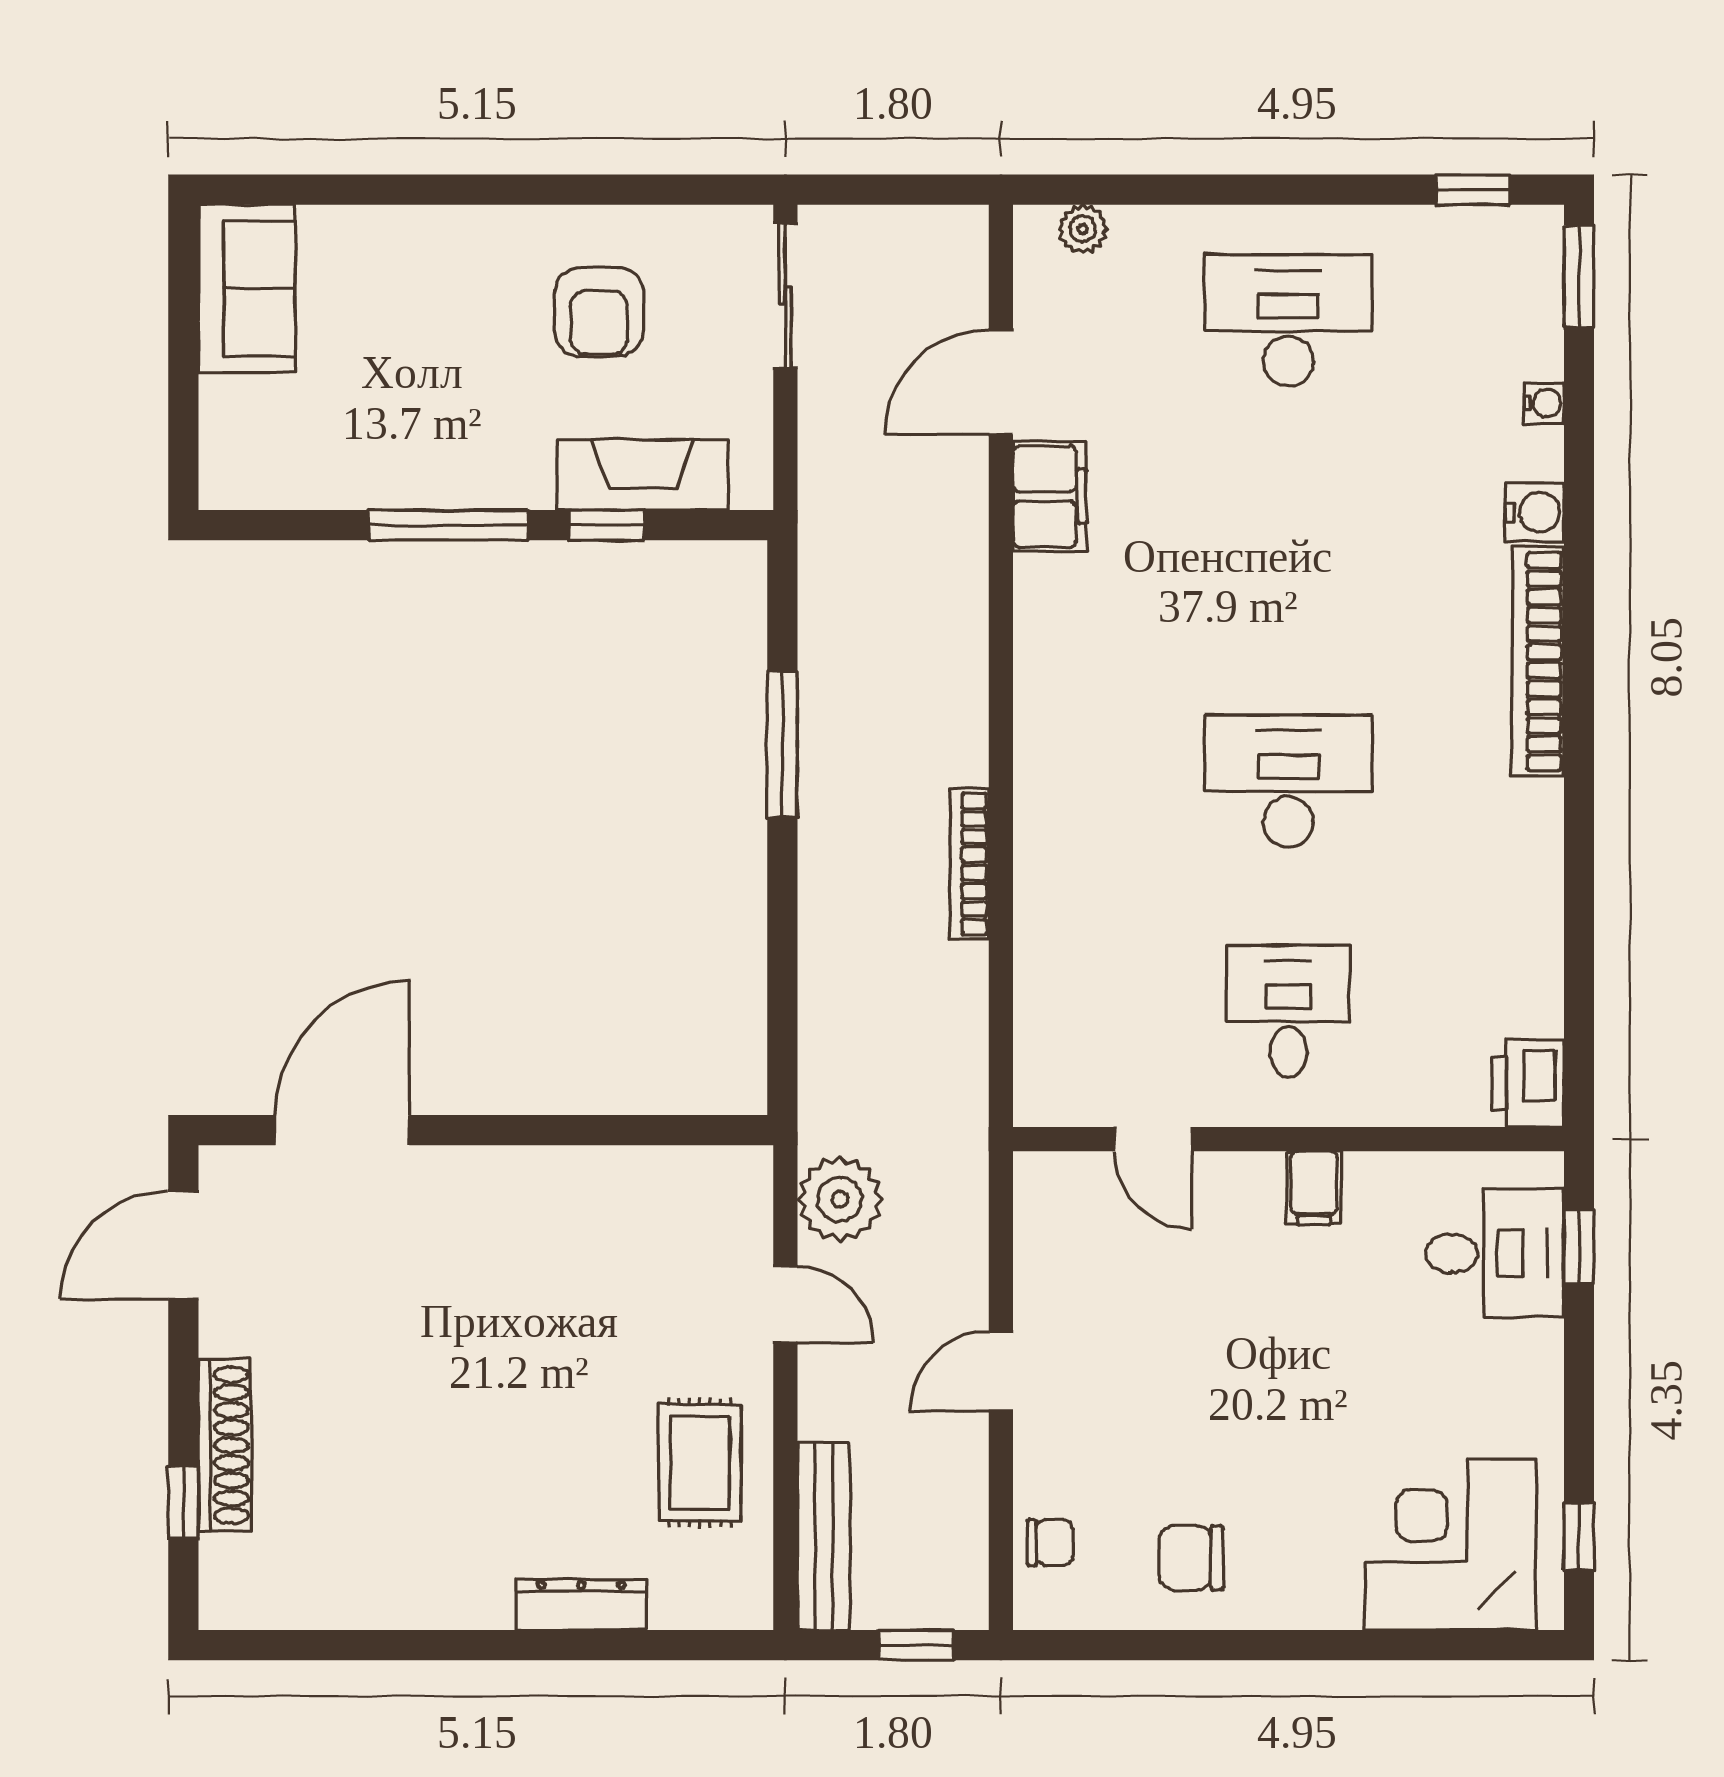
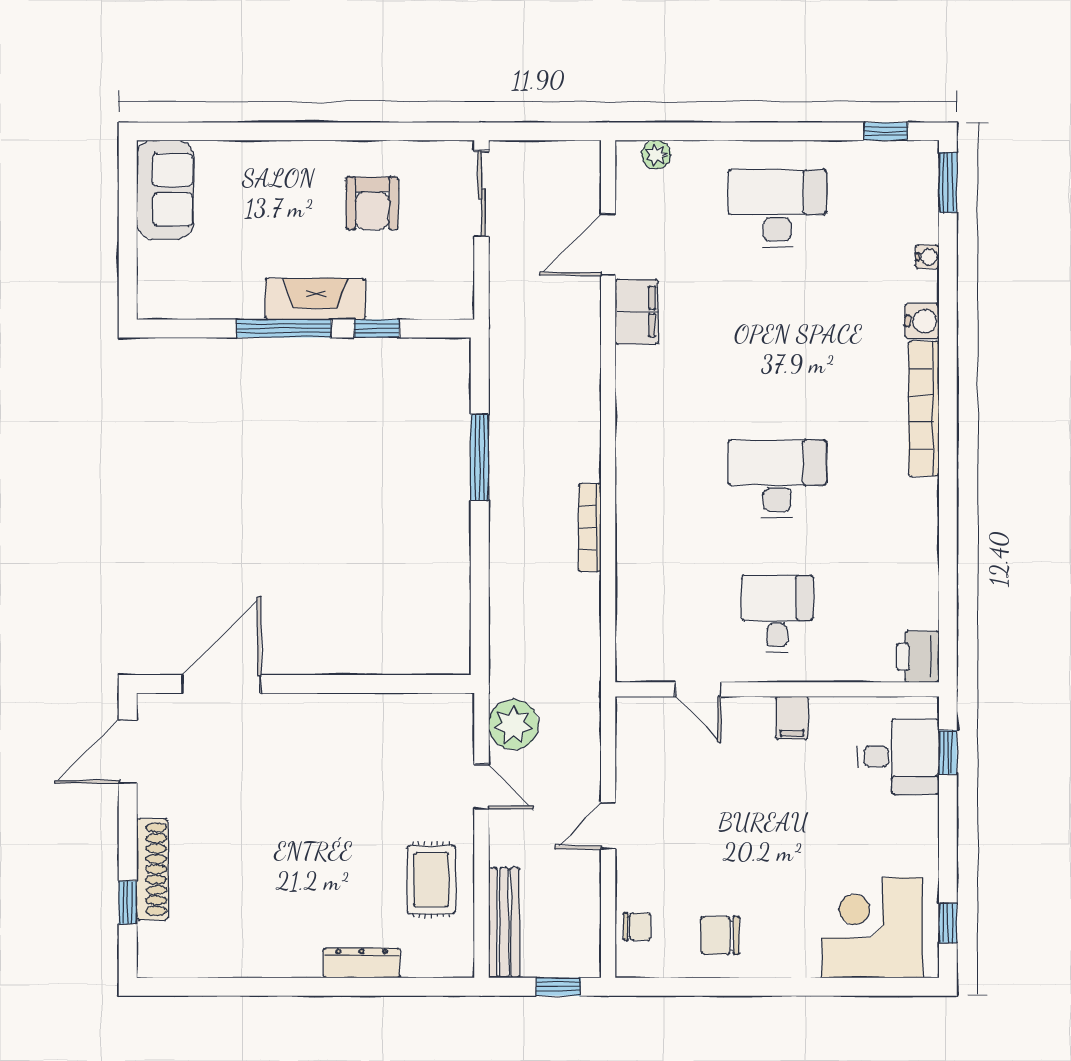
fireplace: (643, 475) -> (315, 299), moved

